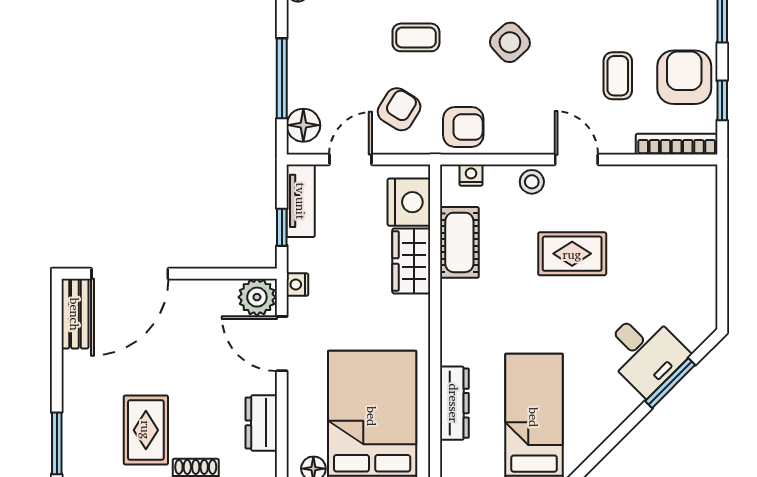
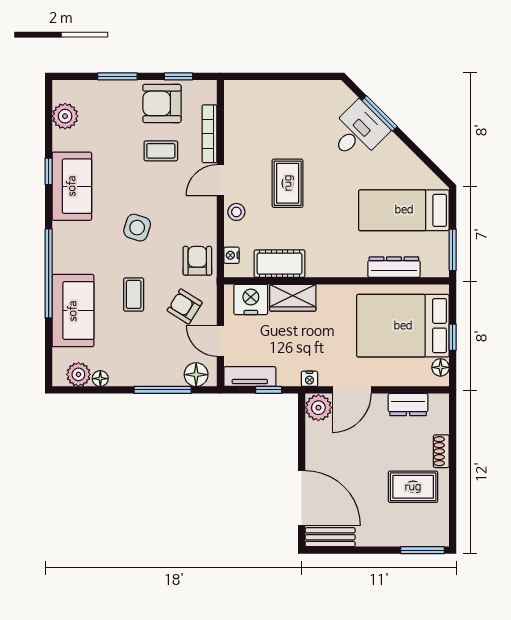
side table: (510, 42) -> (137, 228), turned -30
bookcase: (677, 144) -> (210, 134), moved

